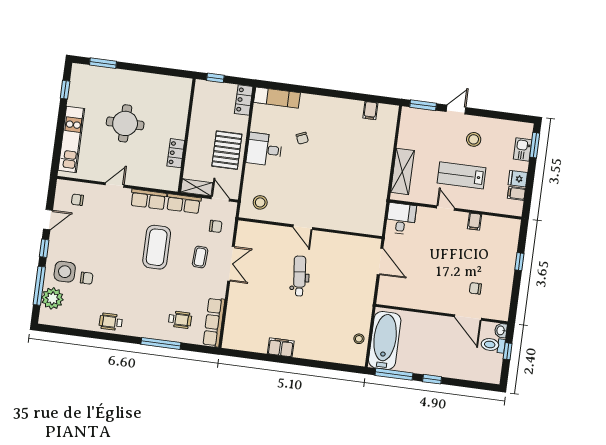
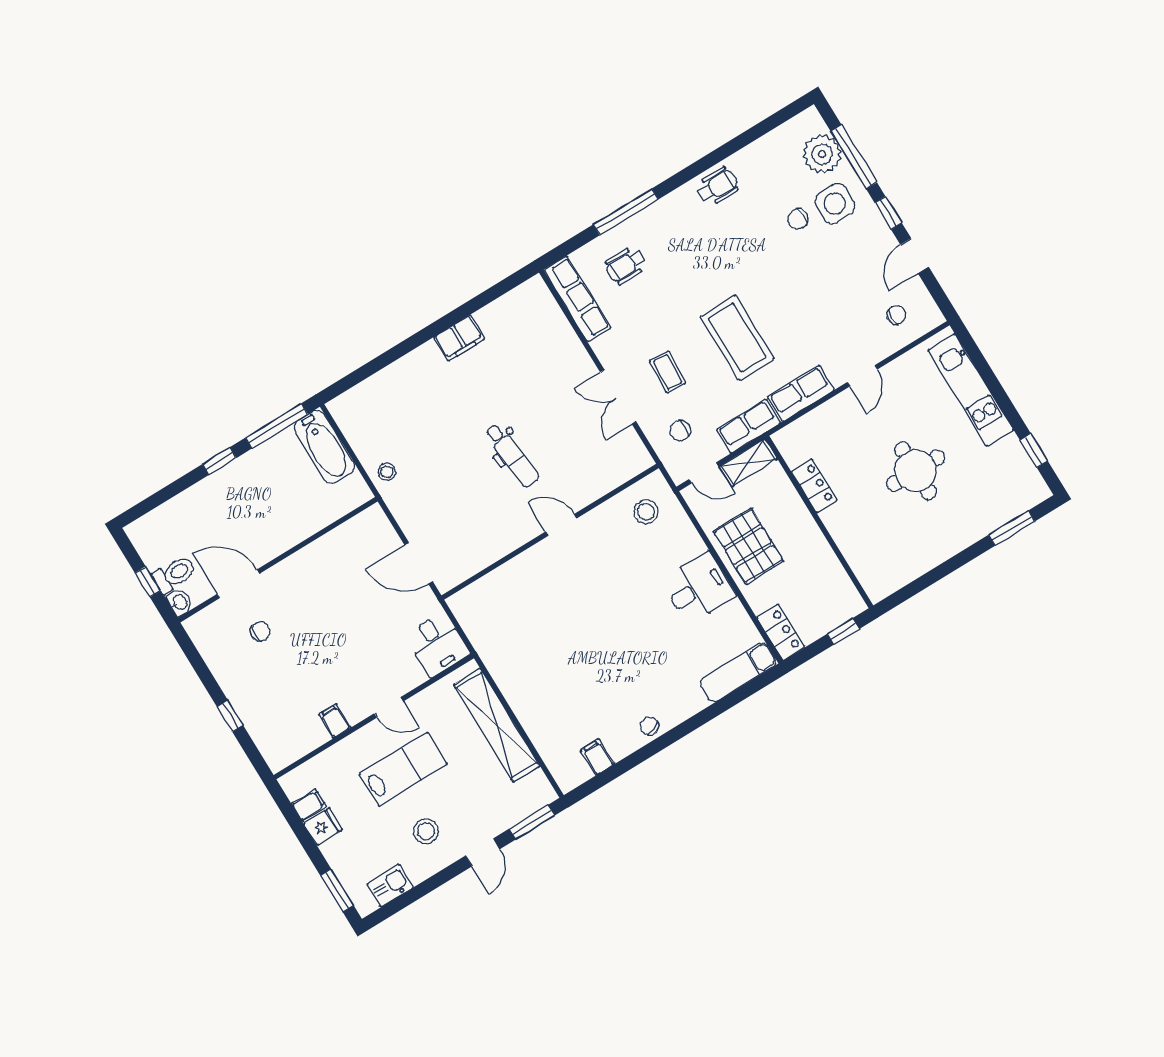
chair: (302, 138) -> (649, 726), moved
kitchen sink: (523, 149) -> (390, 886), moved, turned -90
shelving: (402, 171) -> (497, 725), width x1.47
stool: (359, 339) -> (387, 472), moved
bathtub: (385, 340) -> (324, 447), width x0.73, depth x0.73

